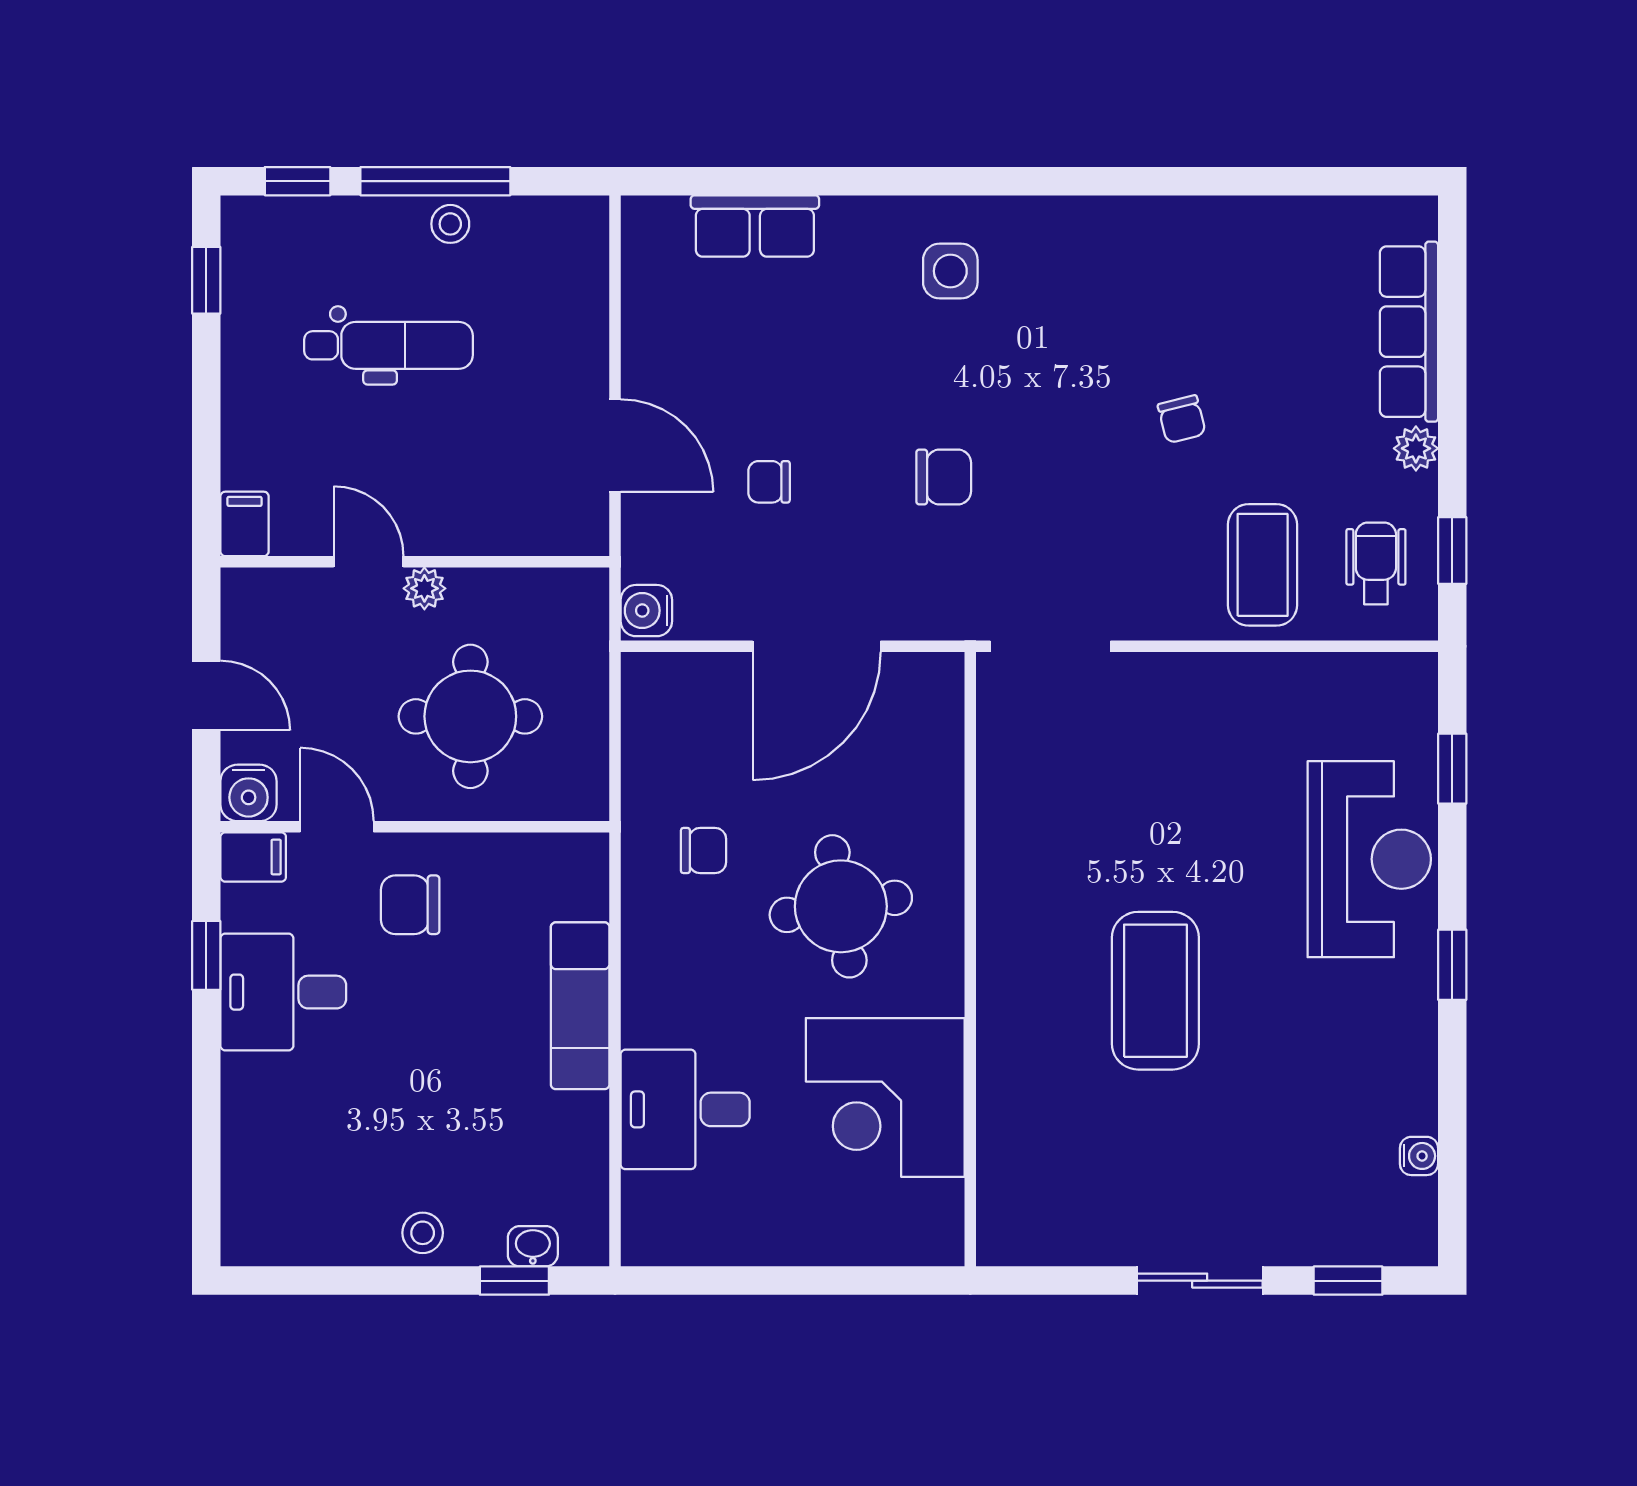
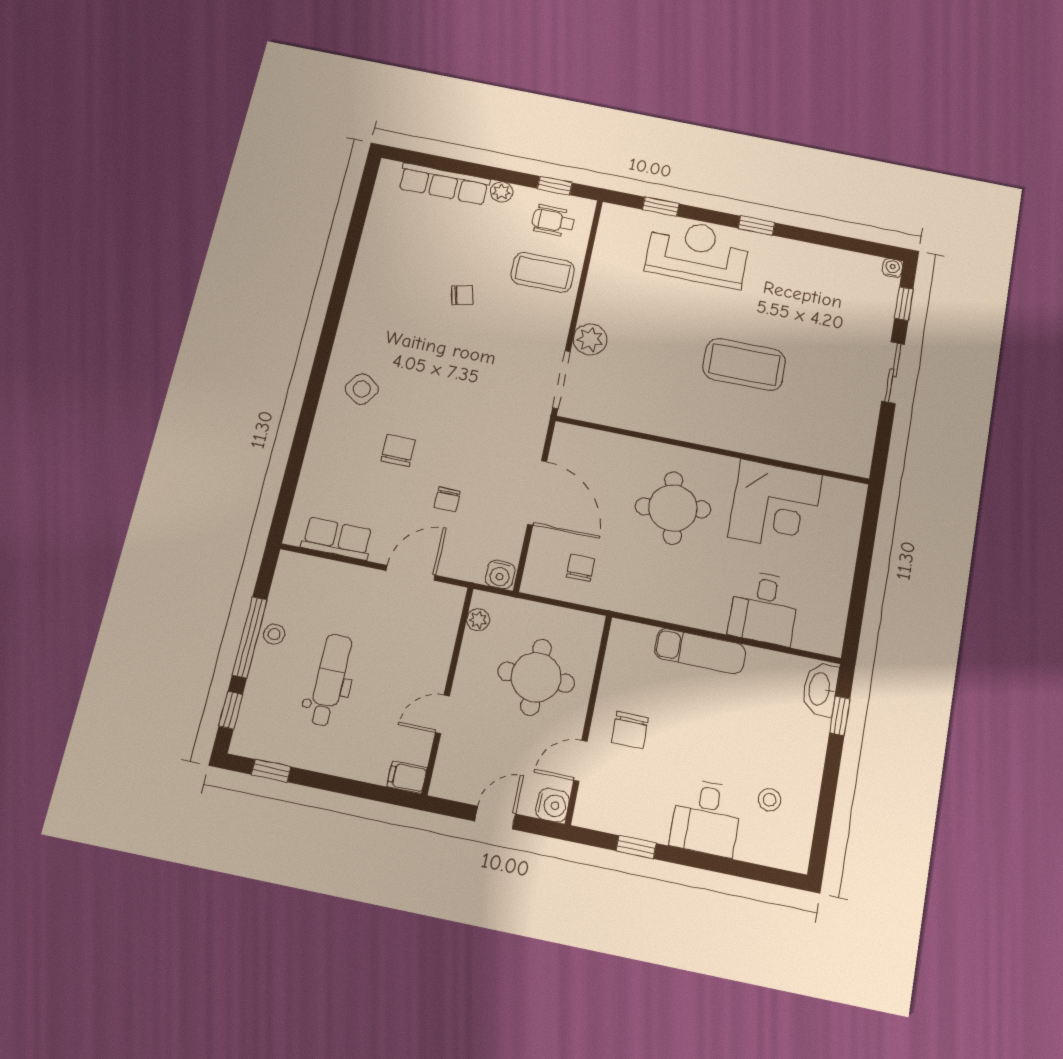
row of seats: (755, 226) -> (337, 538), moved, turned -90
side table: (950, 271) -> (362, 389), turned 34
chair: (944, 477) -> (398, 450), moved
plant: (424, 588) -> (478, 620), moved
plant: (1144, 685) -> (590, 339), added
chair: (703, 851) -> (581, 568), moved
filing cabinet: (253, 857) -> (588, 810), removed
desk: (283, 992) -> (706, 817), moved
water cooler: (1419, 1156) -> (892, 268), moved
stool: (423, 1233) -> (770, 800), moved
washbasin: (533, 1246) -> (820, 689), width x1.91, depth x1.45

